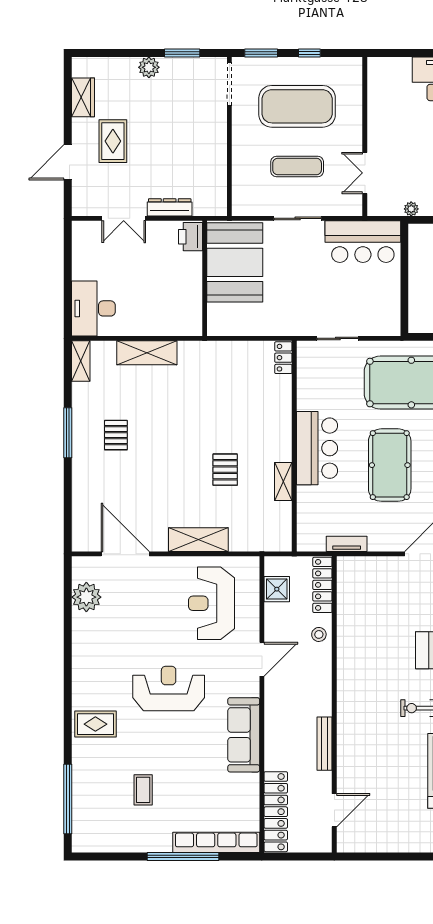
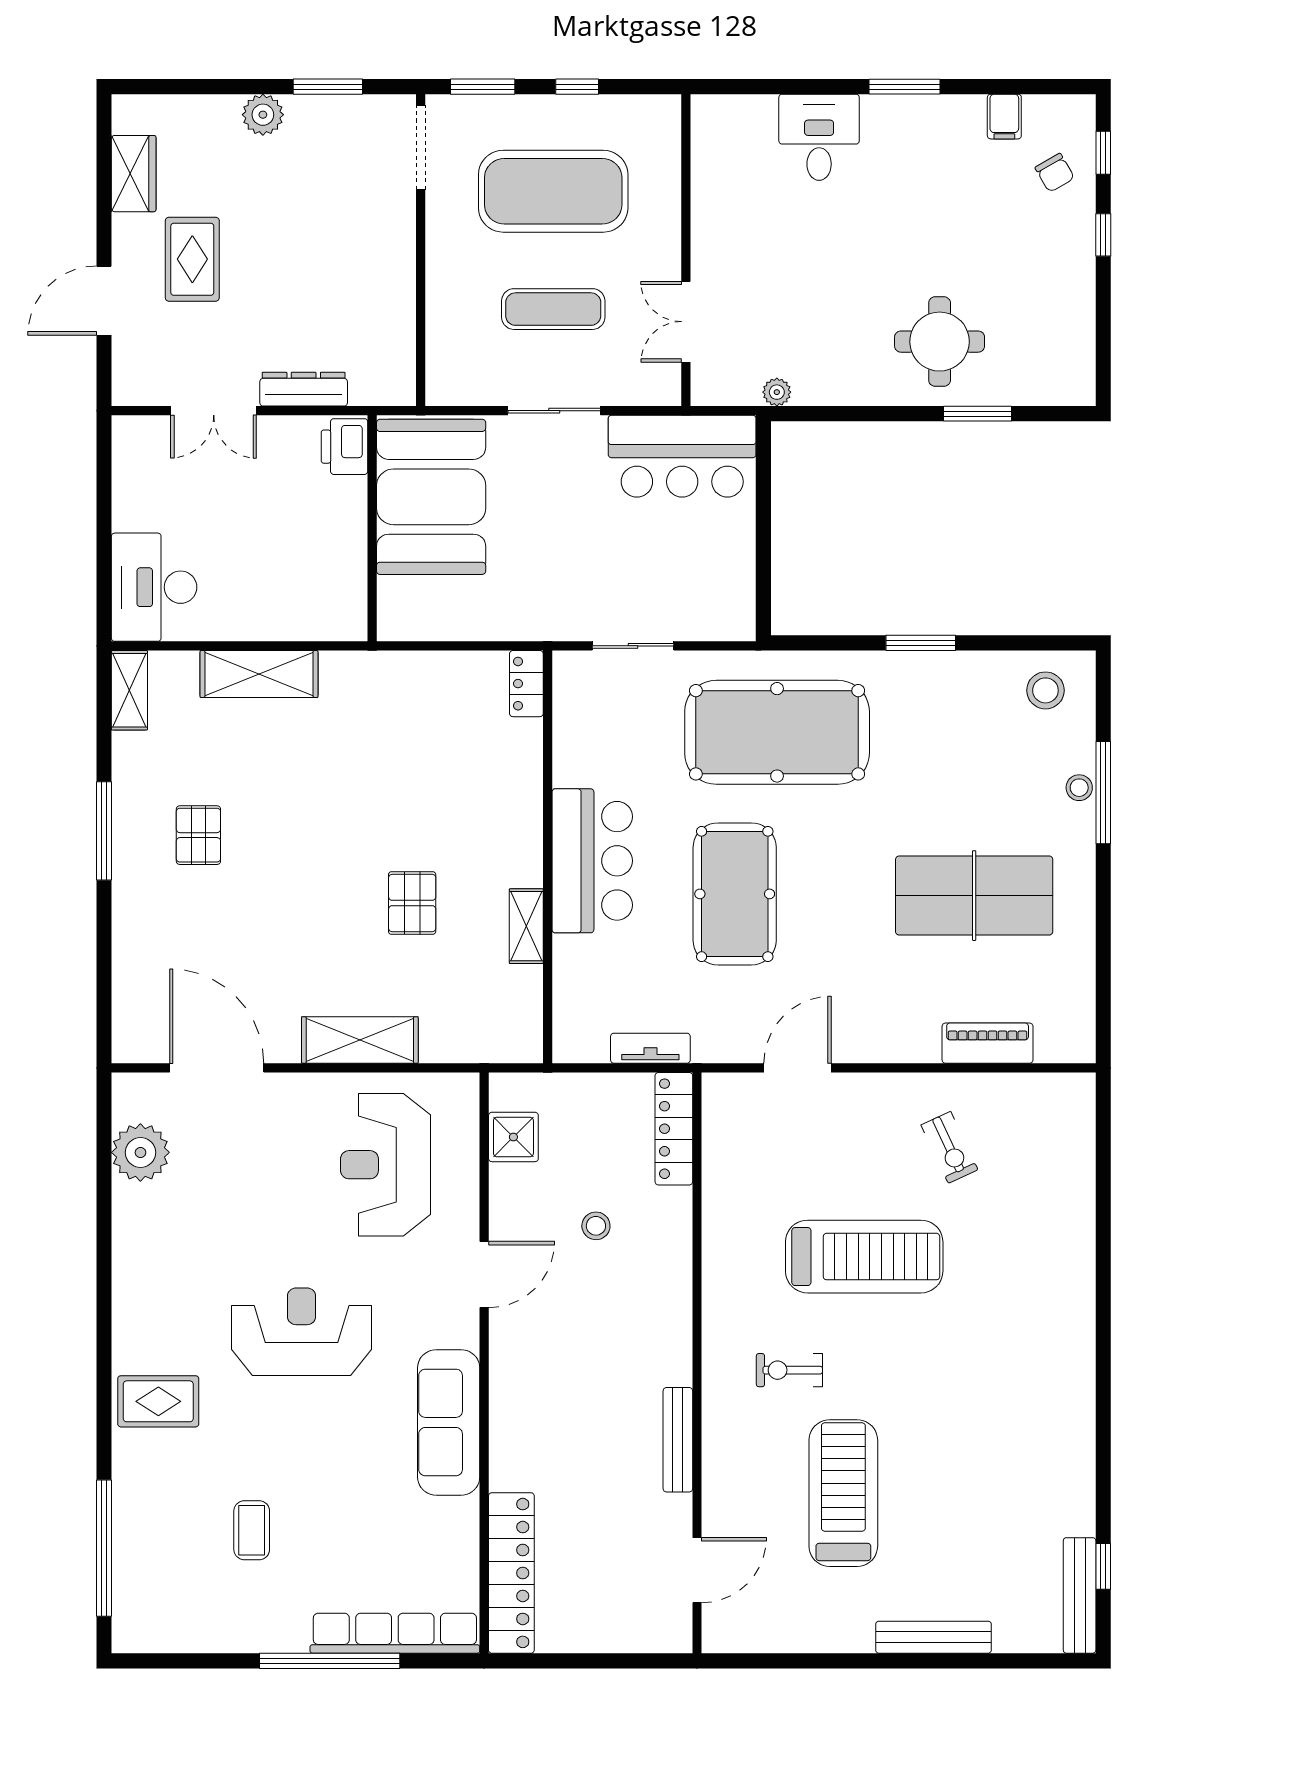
locker: (322, 585) -> (674, 1129), moved
wall: (334, 704) -> (697, 1363), moved
bench: (324, 744) -> (678, 1440), moved
door: (334, 810) -> (697, 1570), moved

